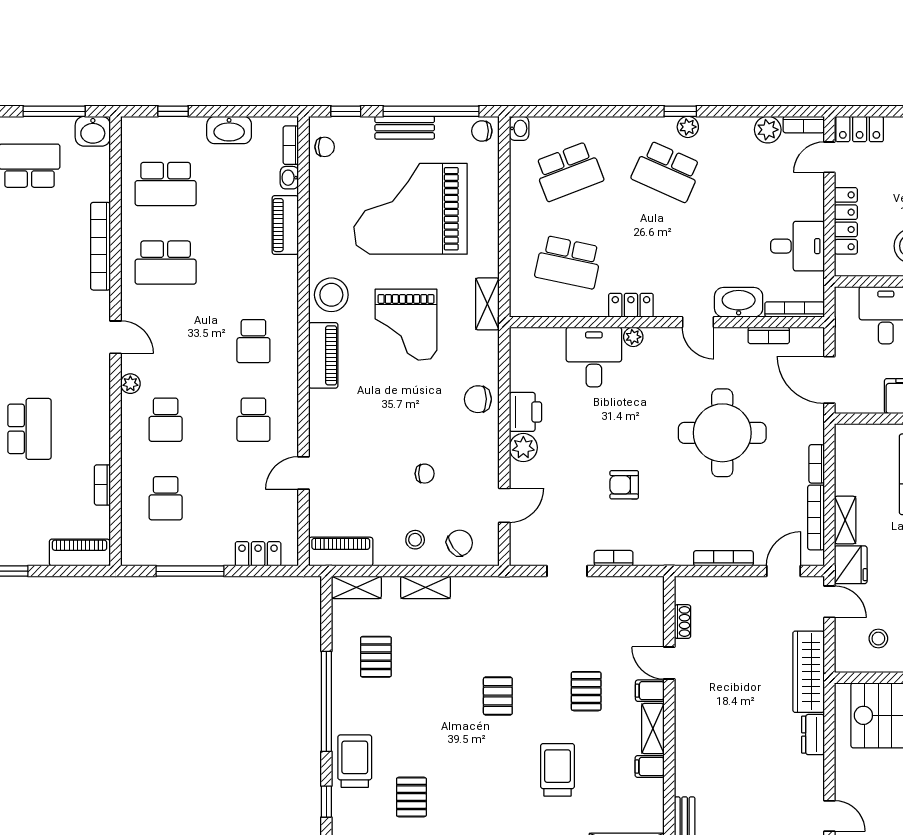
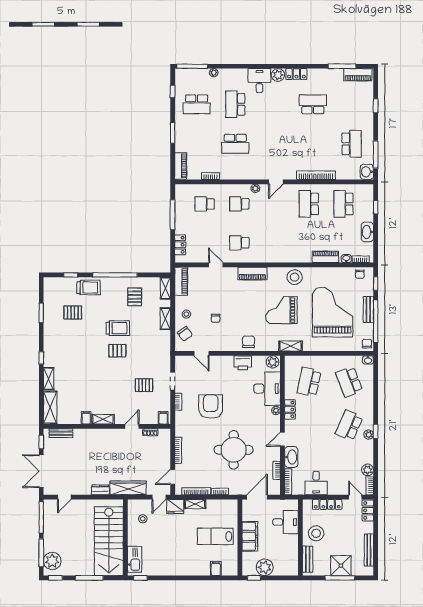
school desk: (253, 341) -> (274, 243), removed
piano: (323, 355) -> (252, 274), moved
desk: (594, 357) -> (267, 389), width x1.37
plant: (523, 448) -> (273, 362), moved
armchair: (624, 485) -> (211, 406), width x1.88, depth x1.88
door: (783, 571) -> (173, 477), swing flipped
pallet: (376, 657) -> (135, 297), turned 90
pallet: (586, 691) -> (144, 385), moved
filing cabinet: (650, 691) -> (163, 418), moved
trolley: (558, 770) -> (118, 328), moved

